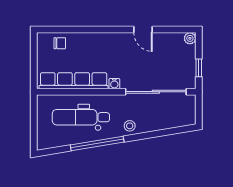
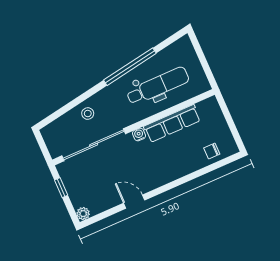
row of seats: (74, 81) -> (172, 123), width x0.73
stool: (130, 126) -> (88, 114), moved

